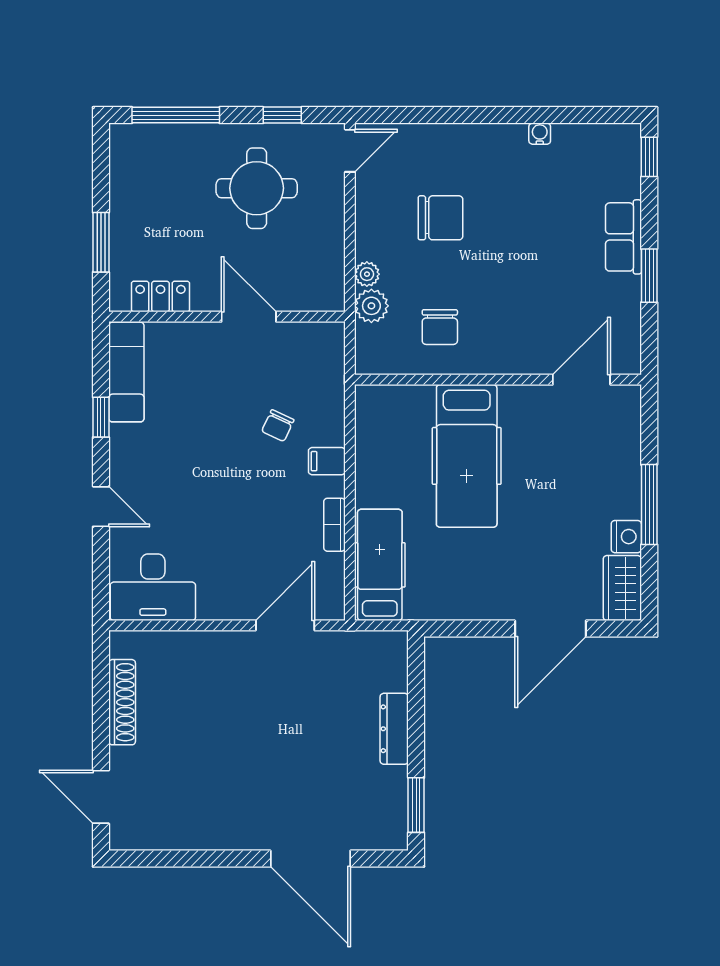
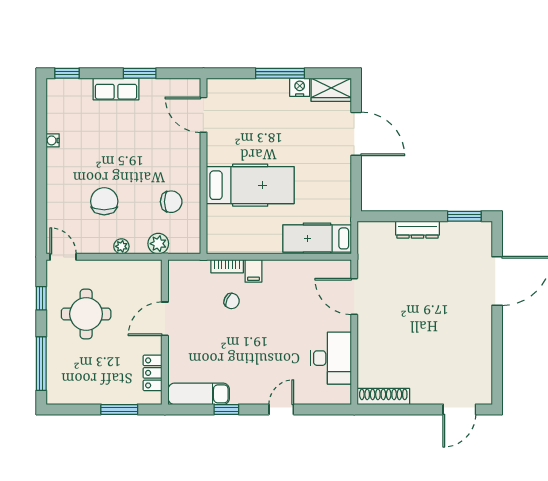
plant: (367, 274) -> (121, 246), moved
bookcase: (334, 525) -> (227, 266), moved
desk: (153, 587) -> (331, 358), moved
shoe rack: (122, 702) -> (383, 396), moved

